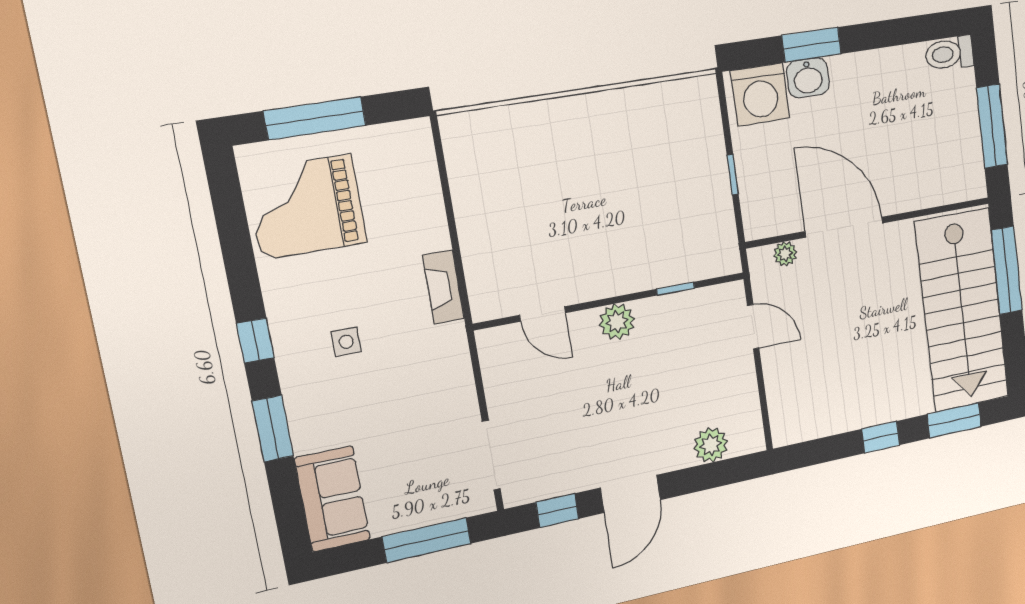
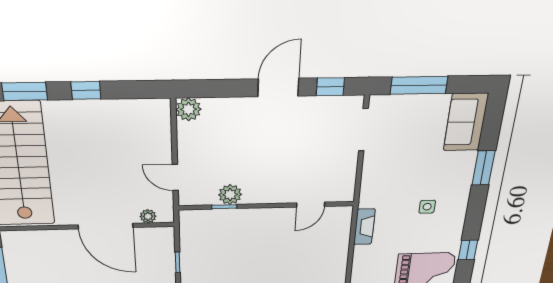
door: (543, 314) -> (311, 205), swing flipped
plant: (617, 322) -> (230, 195), moved
window: (255, 341) -> (468, 250), moved
plant: (711, 445) -> (189, 109), moved

